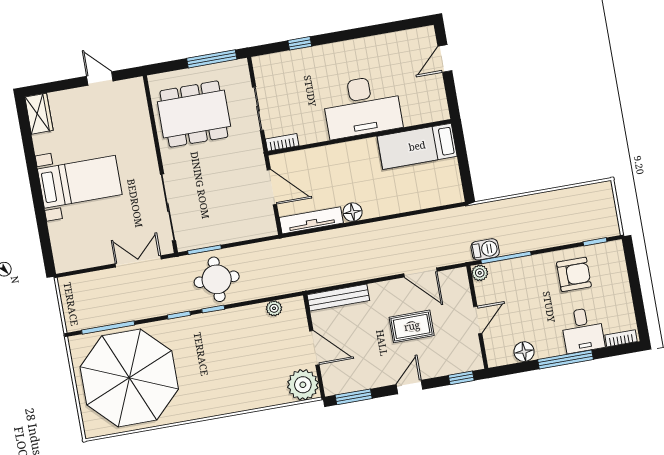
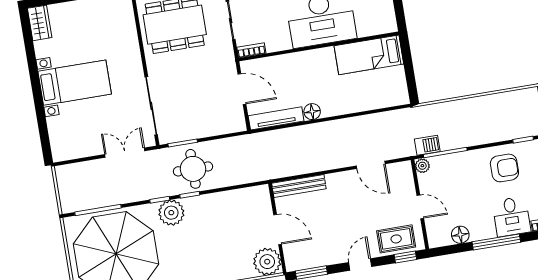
plant: (274, 308) -> (171, 213), moved, width x1.88, depth x1.88
door: (478, 320) -> (420, 207), hinge flipped
rug: (412, 326) -> (396, 239), moved

